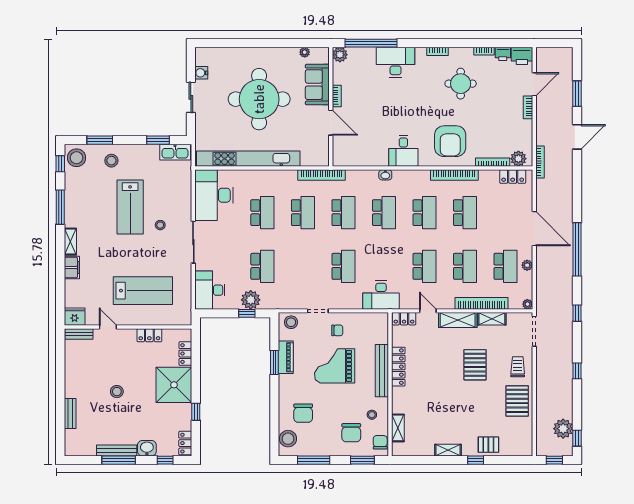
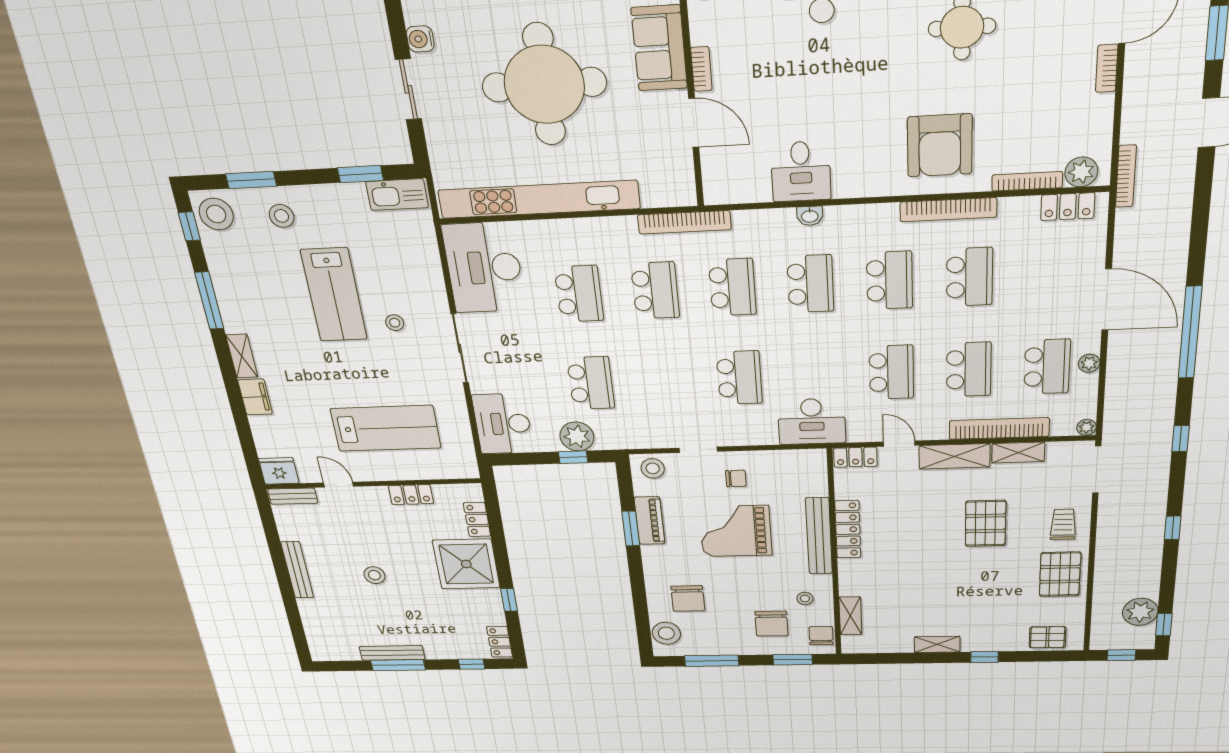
desk: (403, 151) -> (801, 171), moved
bench: (70, 414) -> (297, 570), moved, width x1.36
pallet: (488, 445) -> (1048, 637), moved
washbasin: (147, 448) -> (439, 649), removed

